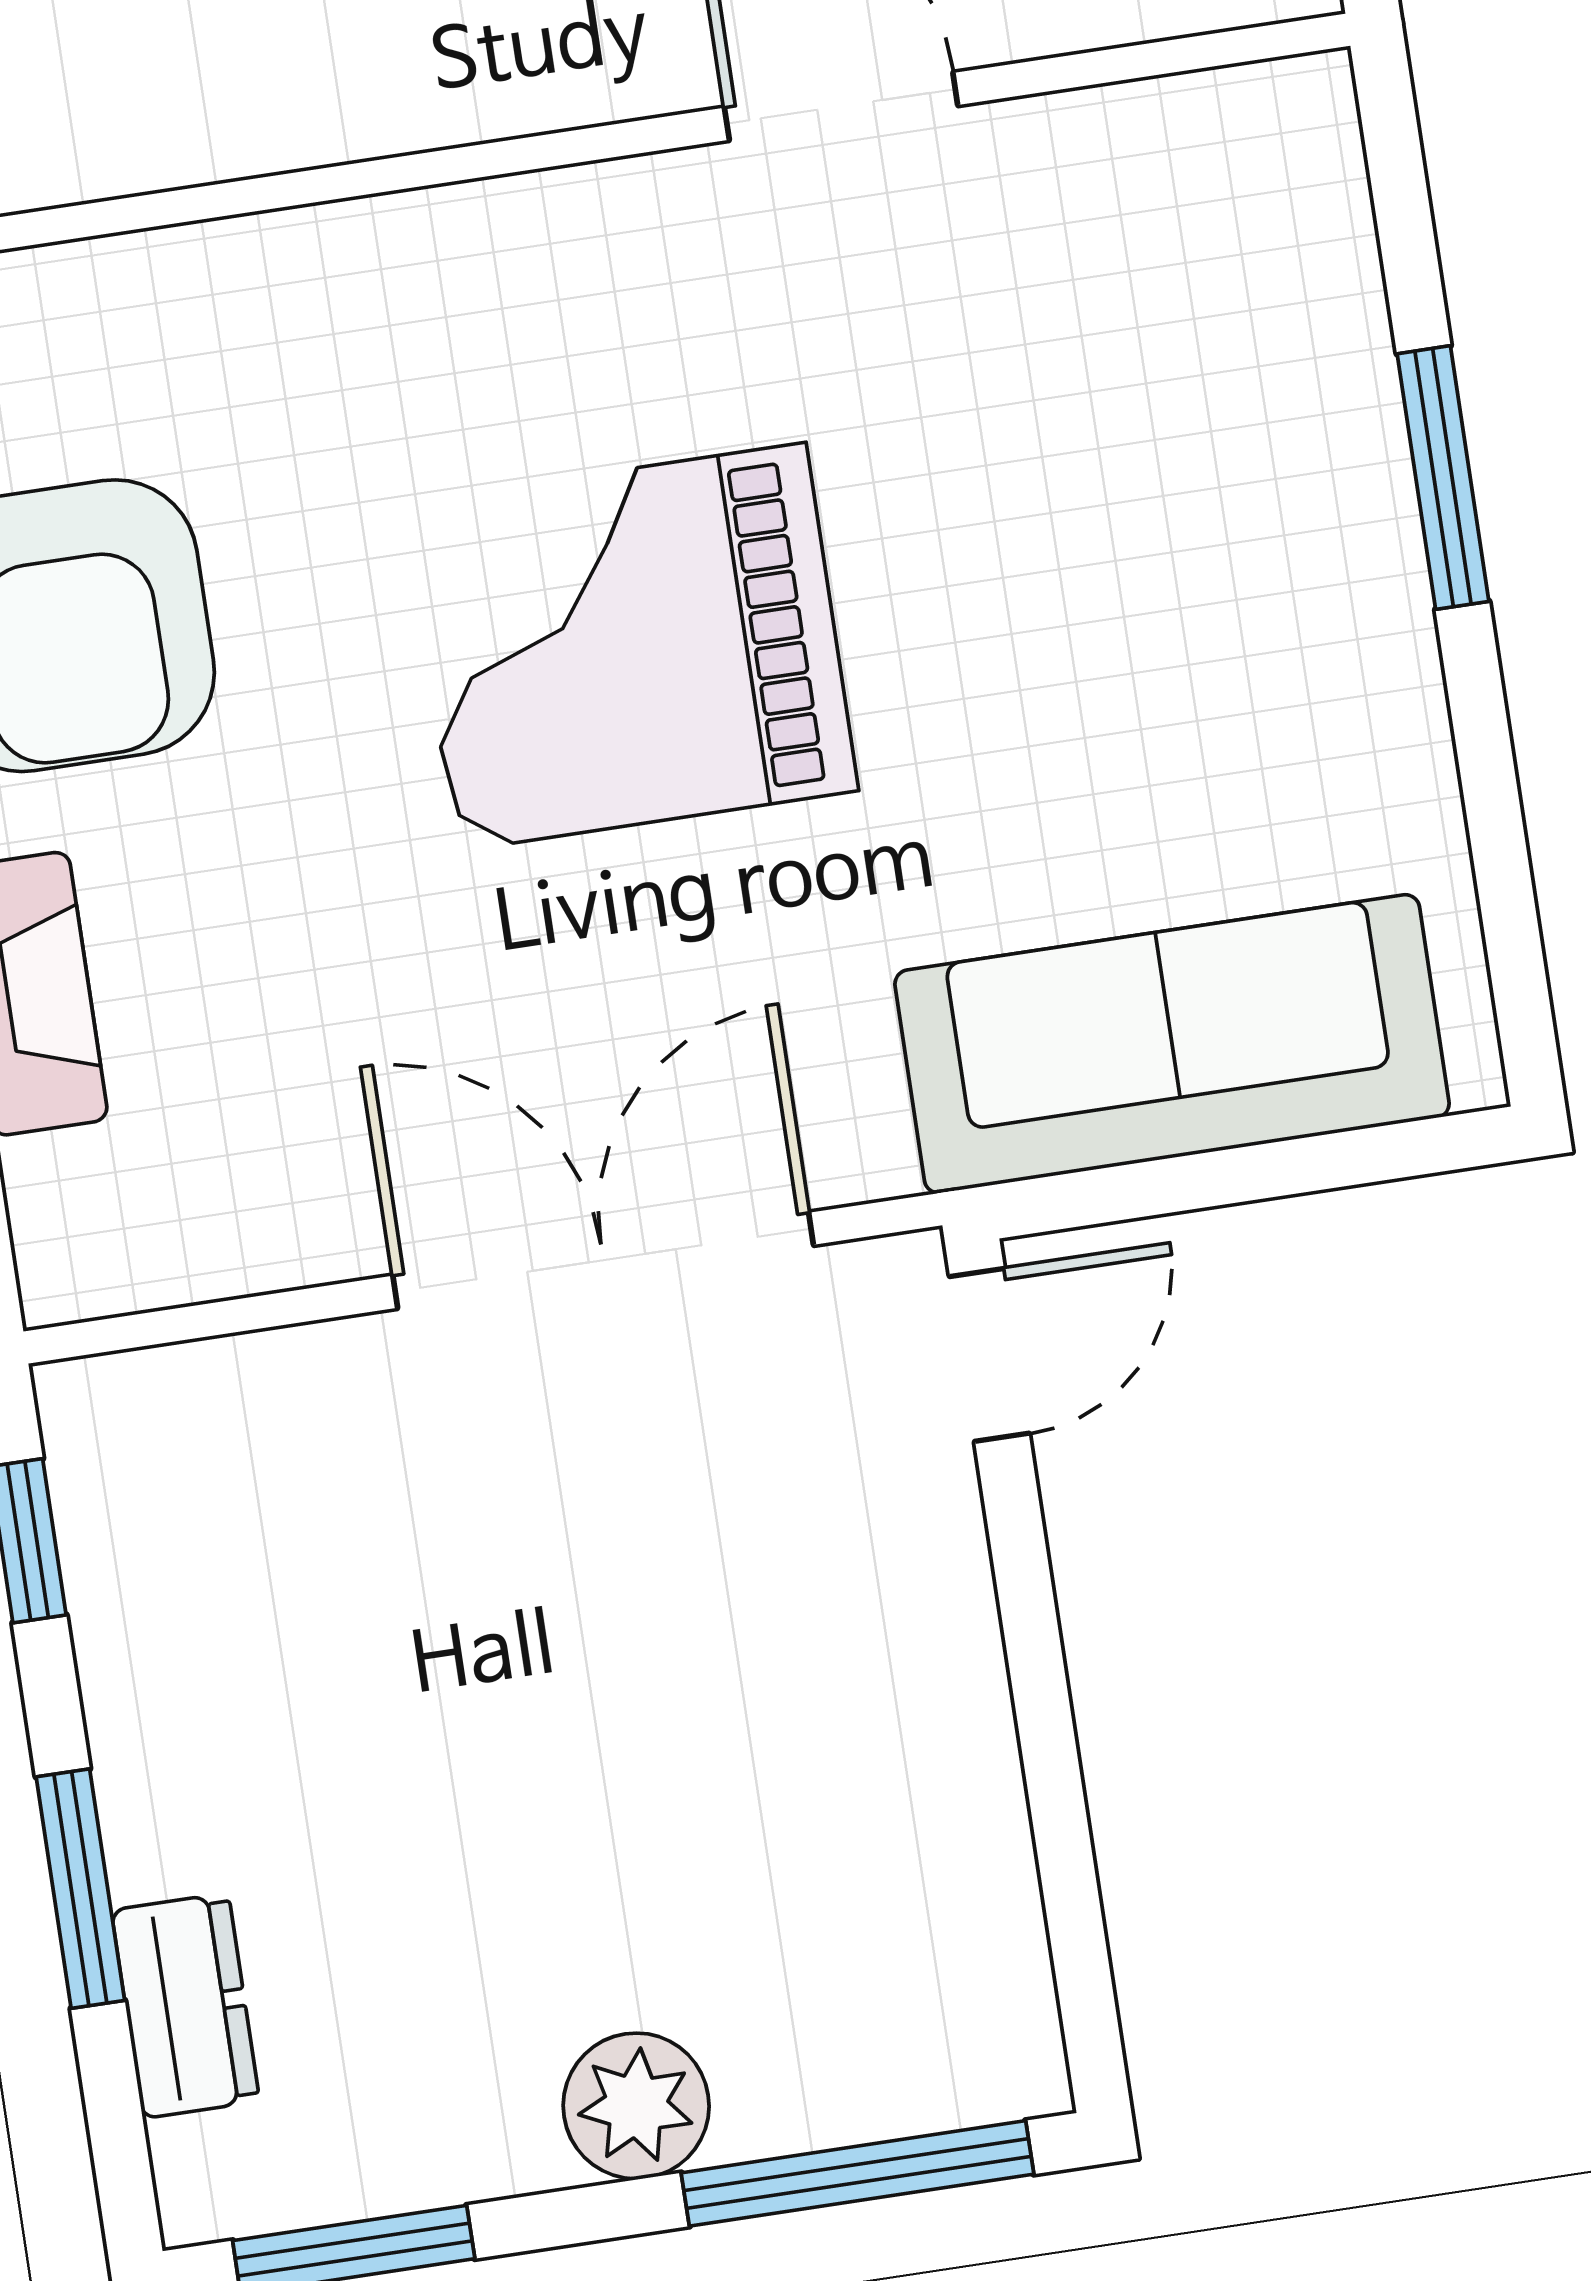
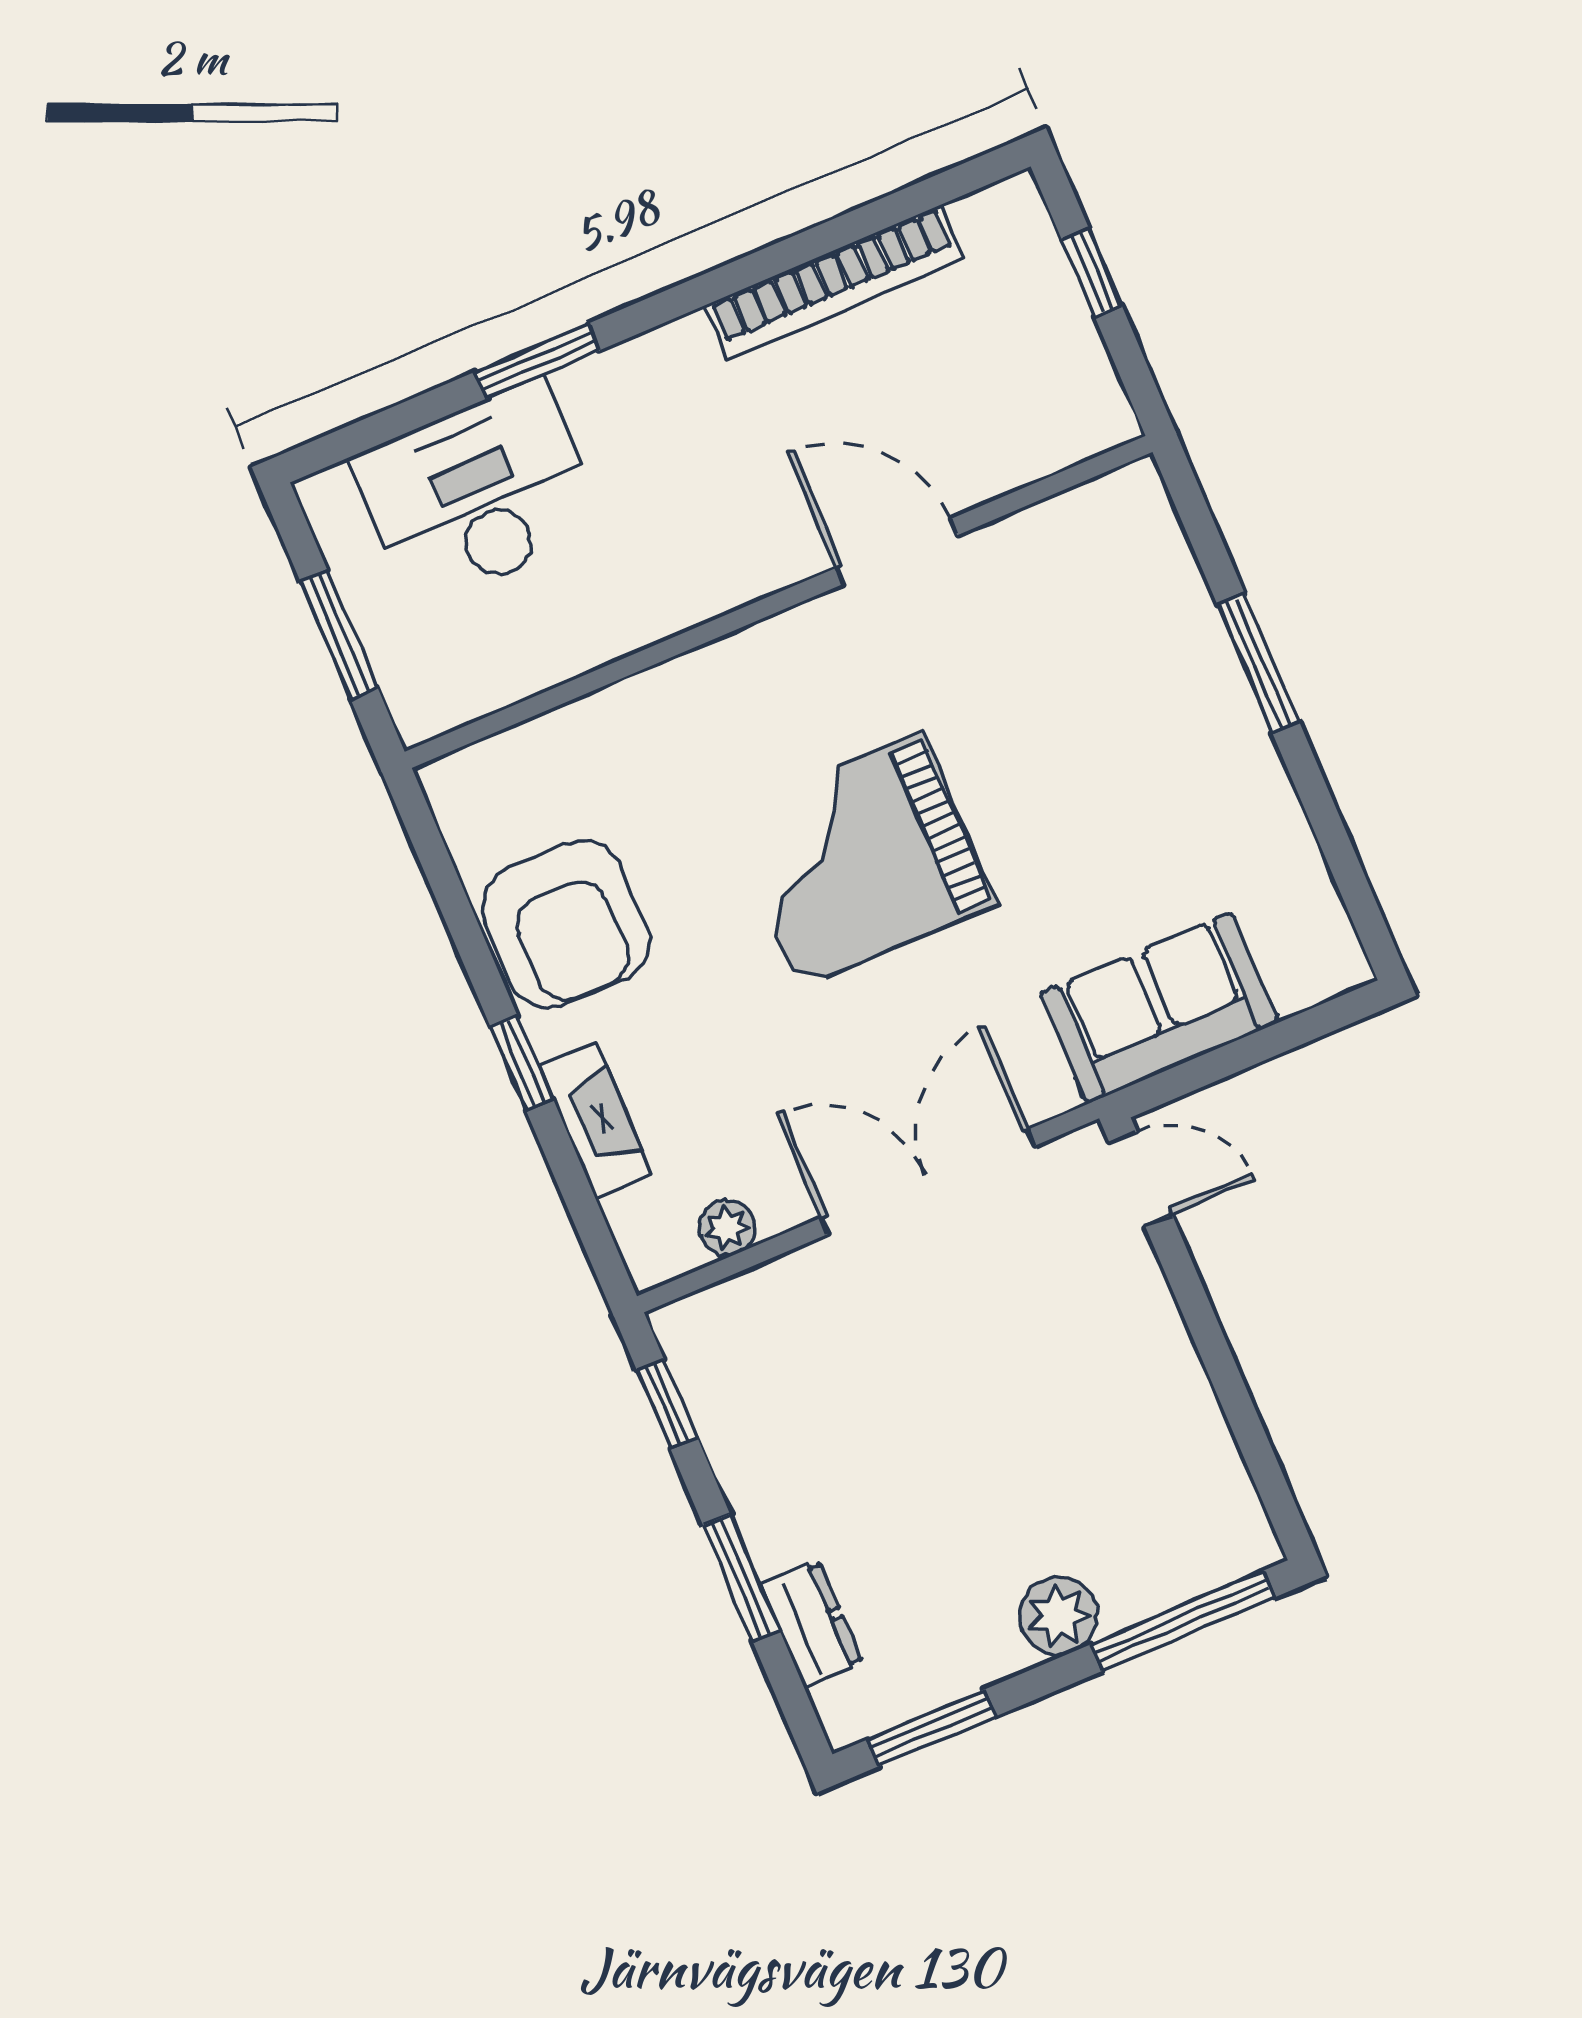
sofa: (1172, 1044) -> (1159, 1008), width x0.73
plant: (219, 1250) -> (727, 1228), added
door: (989, 1355) -> (1141, 1179), hinge flipped

